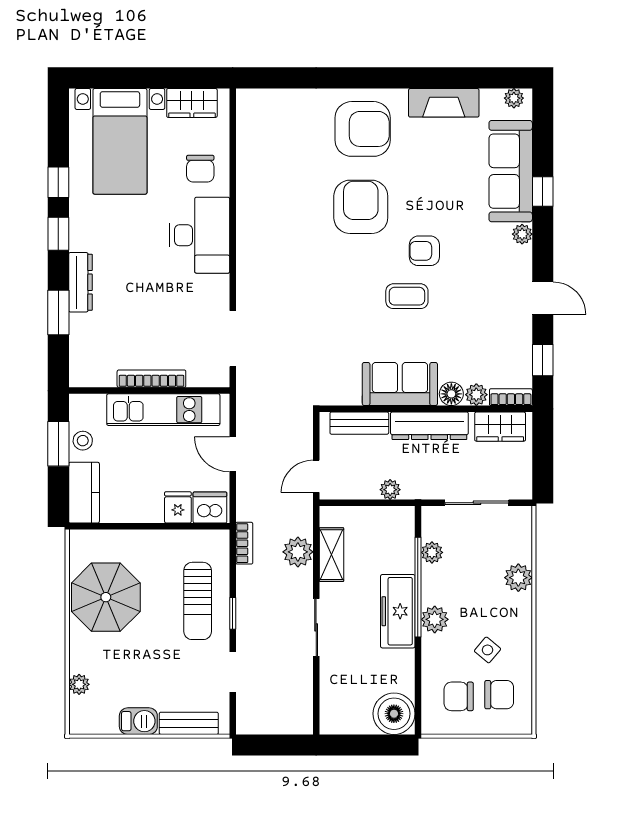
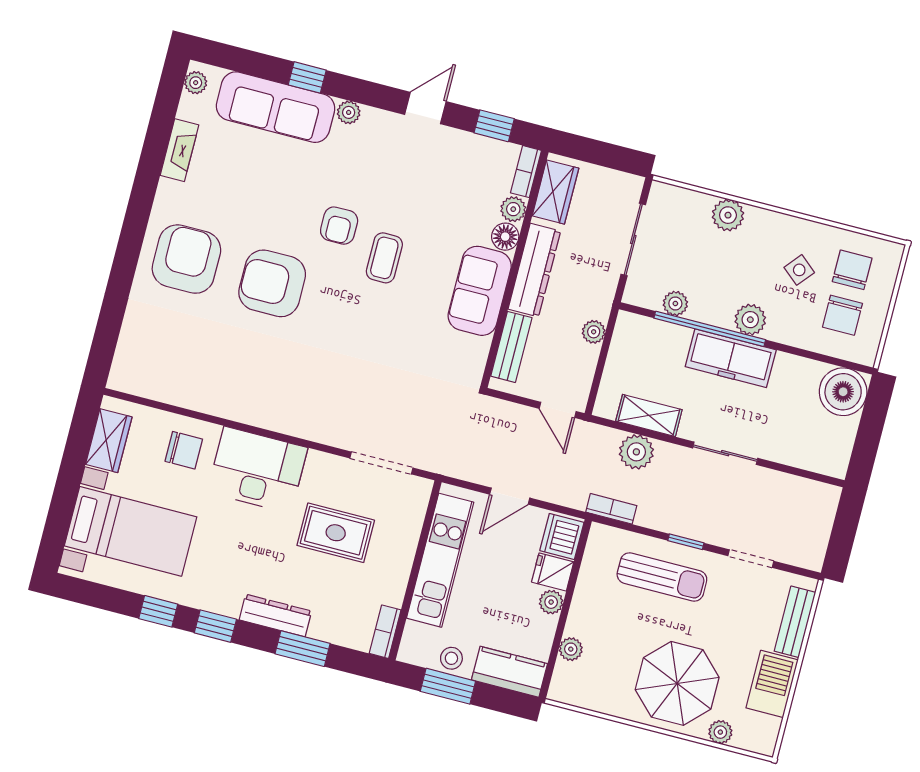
fireplace: (444, 103) -> (180, 150), width x0.73, depth x0.76
rug: (164, 315) -> (336, 533), added
bookcase: (151, 379) -> (385, 632), moved, width x0.64
plant: (152, 513) -> (551, 602), added
plant: (117, 540) -> (571, 649), added
parasol: (106, 597) -> (677, 683), moved
barbecue: (138, 721) -> (772, 684), width x1.38, depth x1.27

